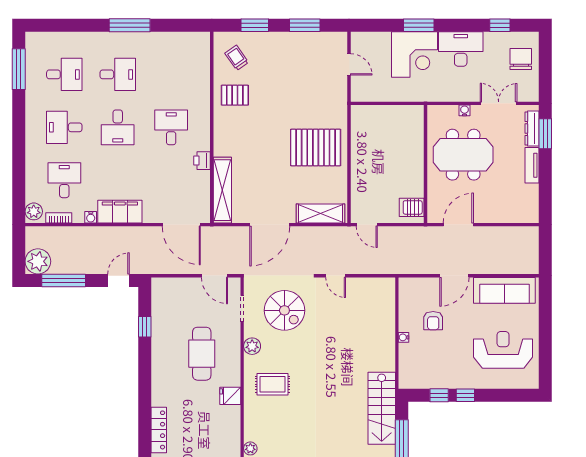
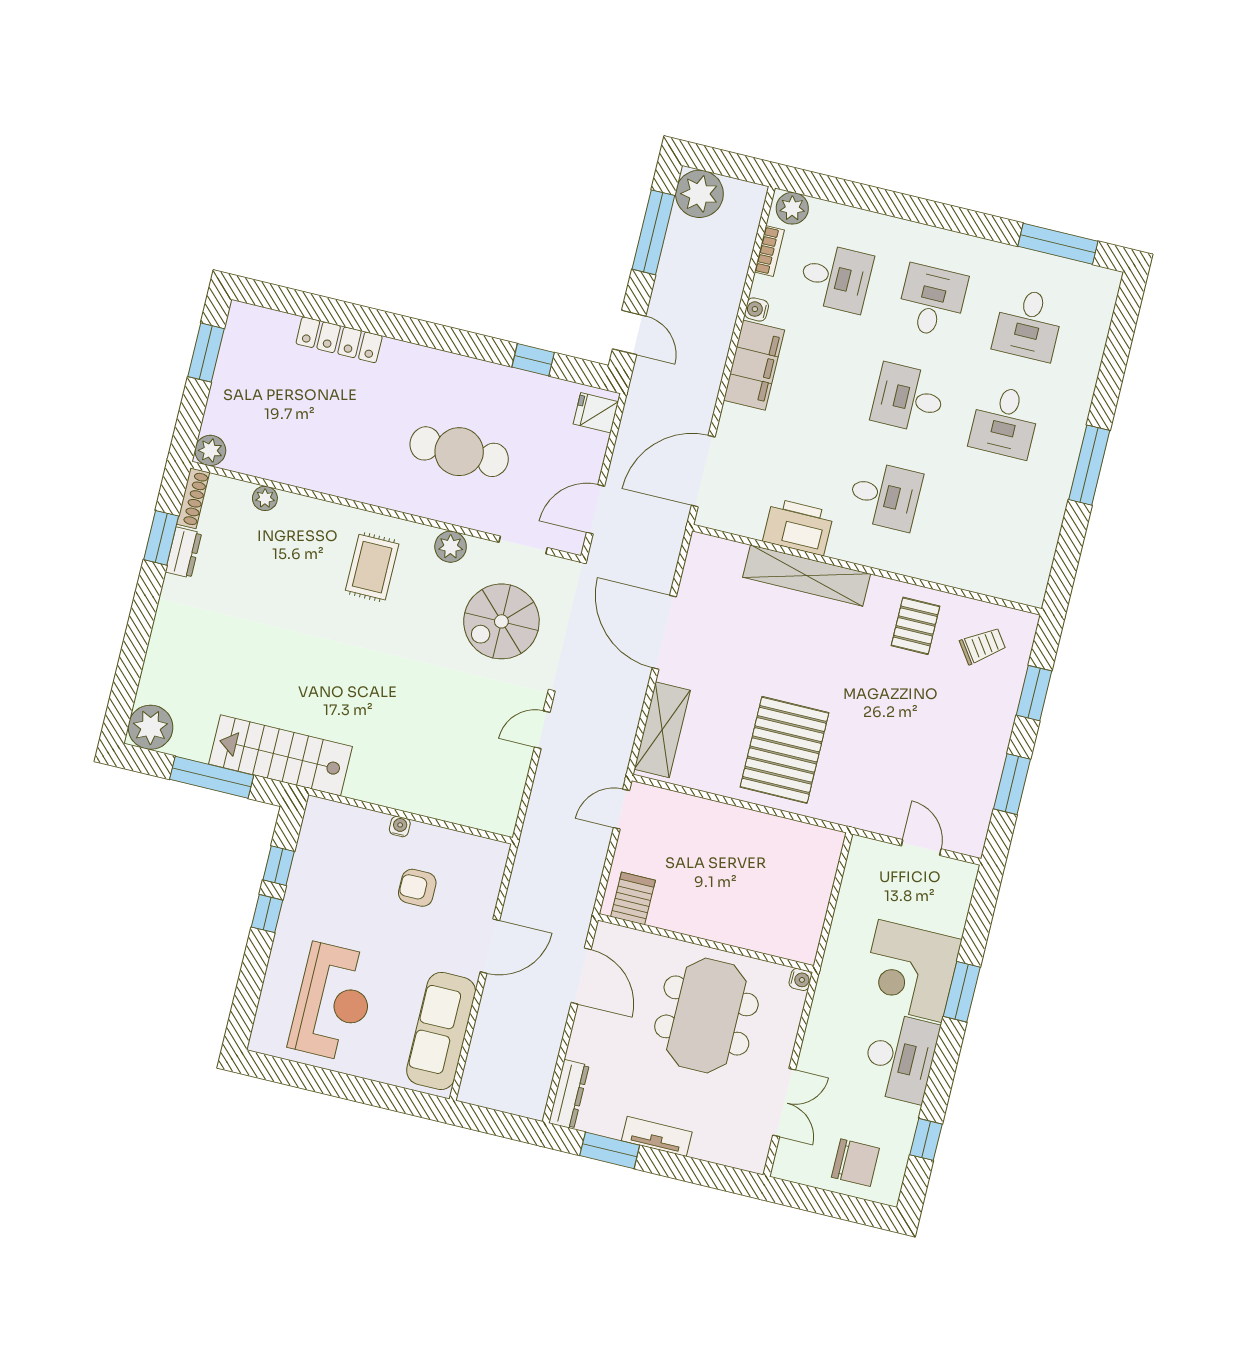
door: (349, 64) -> (921, 847), swing flipped
water cooler: (465, 110) -> (800, 979), moved
dresser: (532, 129) -> (569, 1094), moved, turned 90
window: (545, 134) -> (610, 1150), moved
printer: (202, 161) -> (798, 527), width x1.87, depth x1.48
shelving: (222, 190) -> (807, 576), moved
door: (454, 276) -> (490, 946), swing flipped
fridge: (230, 396) -> (596, 413), moved, turned -90

